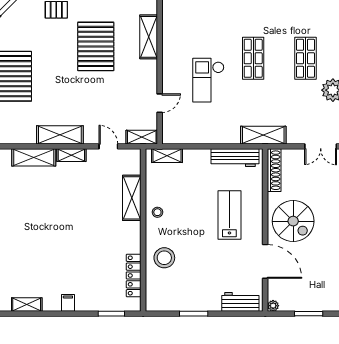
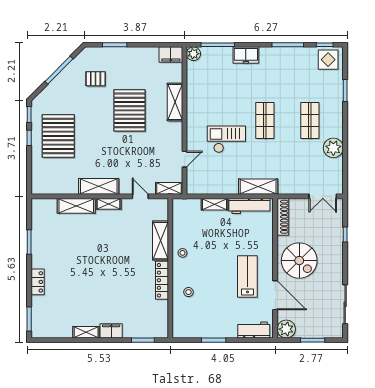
checkout: (208, 80) -> (226, 139), turned 90
shelving: (263, 135) -> (258, 187), moved
shelving: (167, 156) -> (214, 204), moved
lab bench: (229, 215) -> (247, 276), moved
stool: (164, 258) -> (188, 292), width x0.53, depth x0.53
locker: (134, 275) -> (162, 280), moved
filing cabinet: (68, 303) -> (111, 331), width x2.00
shelving: (27, 305) -> (86, 332), moved
plant: (273, 306) -> (286, 329), width x1.88, depth x1.88

